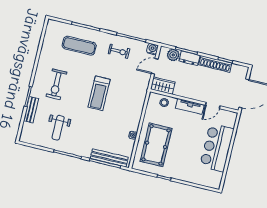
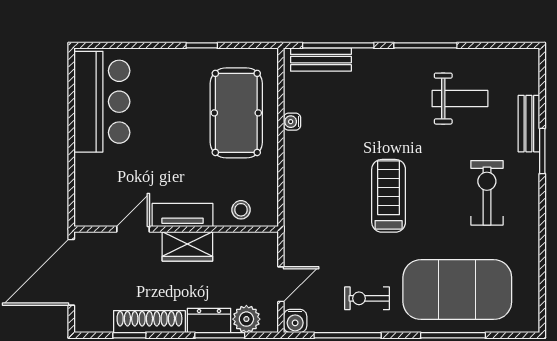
exercise mat: (79, 46) -> (457, 290), width x2.00, depth x1.45
wardrobe: (163, 86) -> (187, 246), moved
weight bench: (58, 128) -> (460, 99), turned 90
bar counter: (217, 148) -> (102, 102), moved
bench: (109, 158) -> (321, 60), width x0.73

